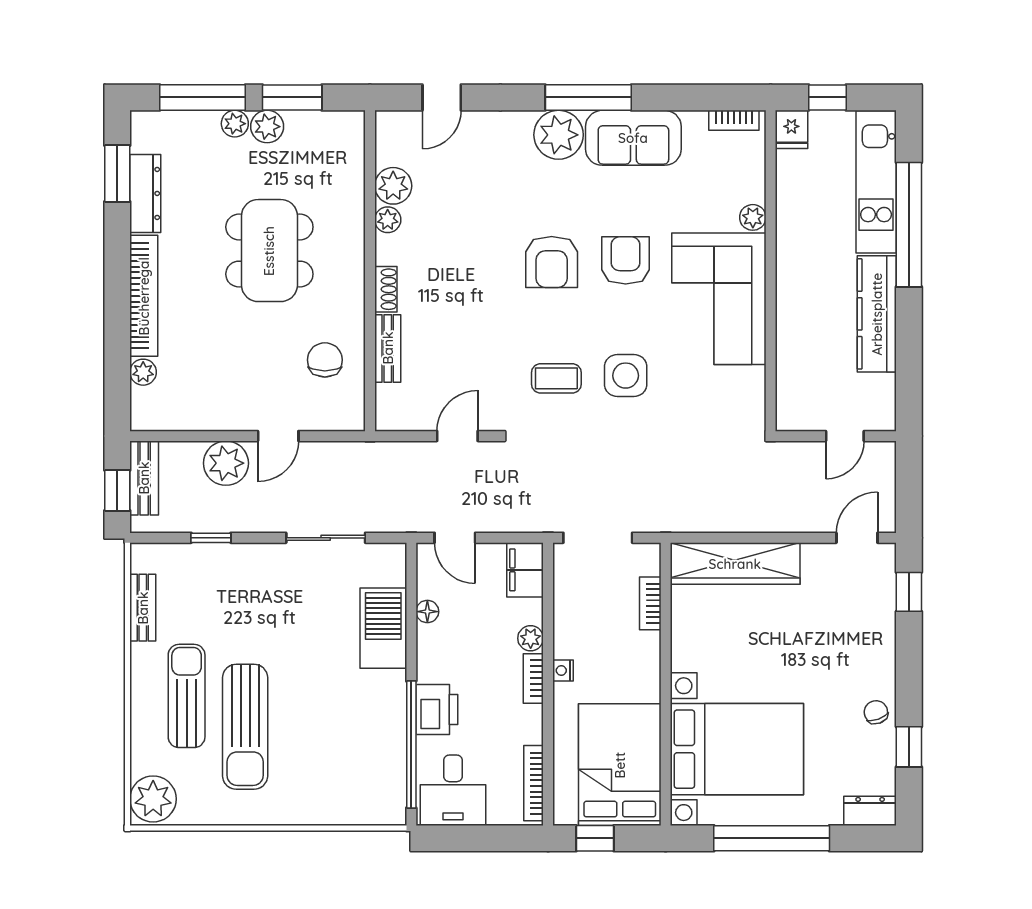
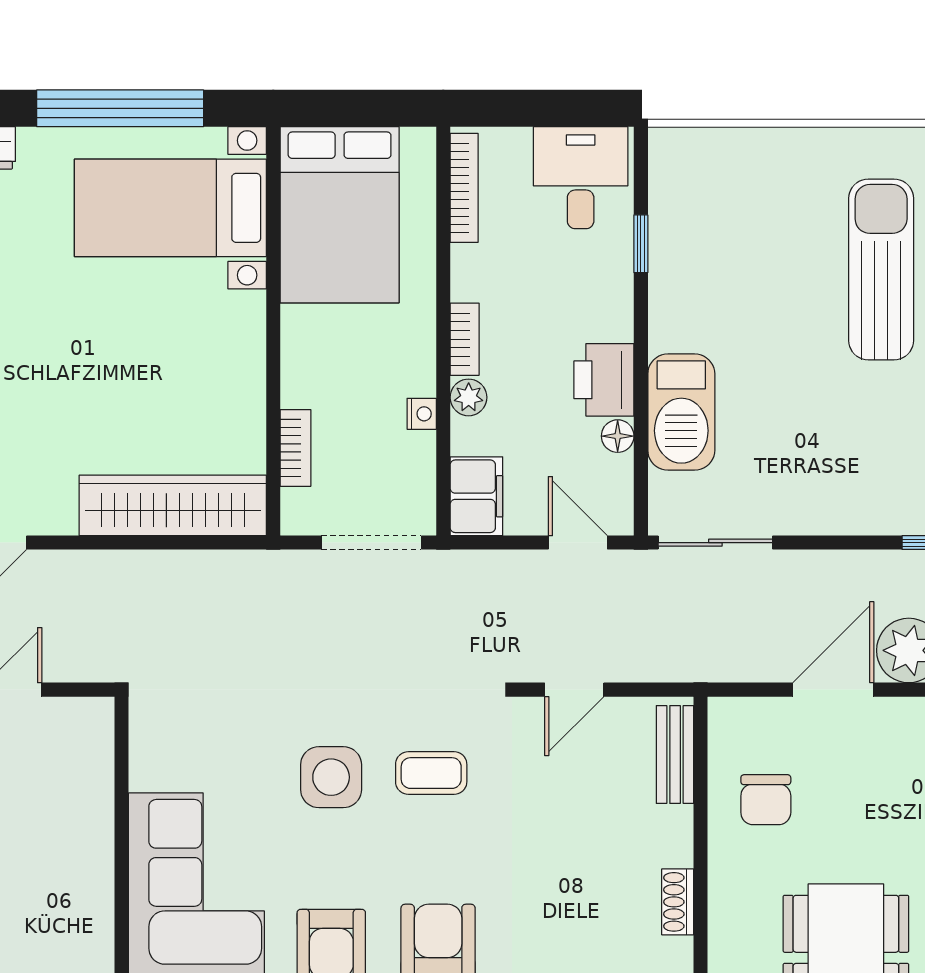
bench: (388, 348) -> (675, 754), moved
door: (278, 436) -> (833, 690), width x1.38
sliding door: (326, 538) -> (715, 543), moved
nightstand: (563, 670) -> (422, 414), moved
printer: (437, 709) -> (604, 380), moved
window: (411, 745) -> (641, 244), width x0.32
bed with nightstands: (737, 749) -> (170, 208), width x0.73
window: (595, 838) -> (375, 108), removed

